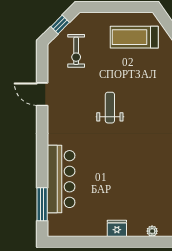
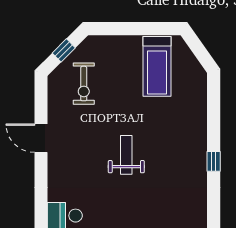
treadmill: (134, 37) -> (157, 66), turned -90

